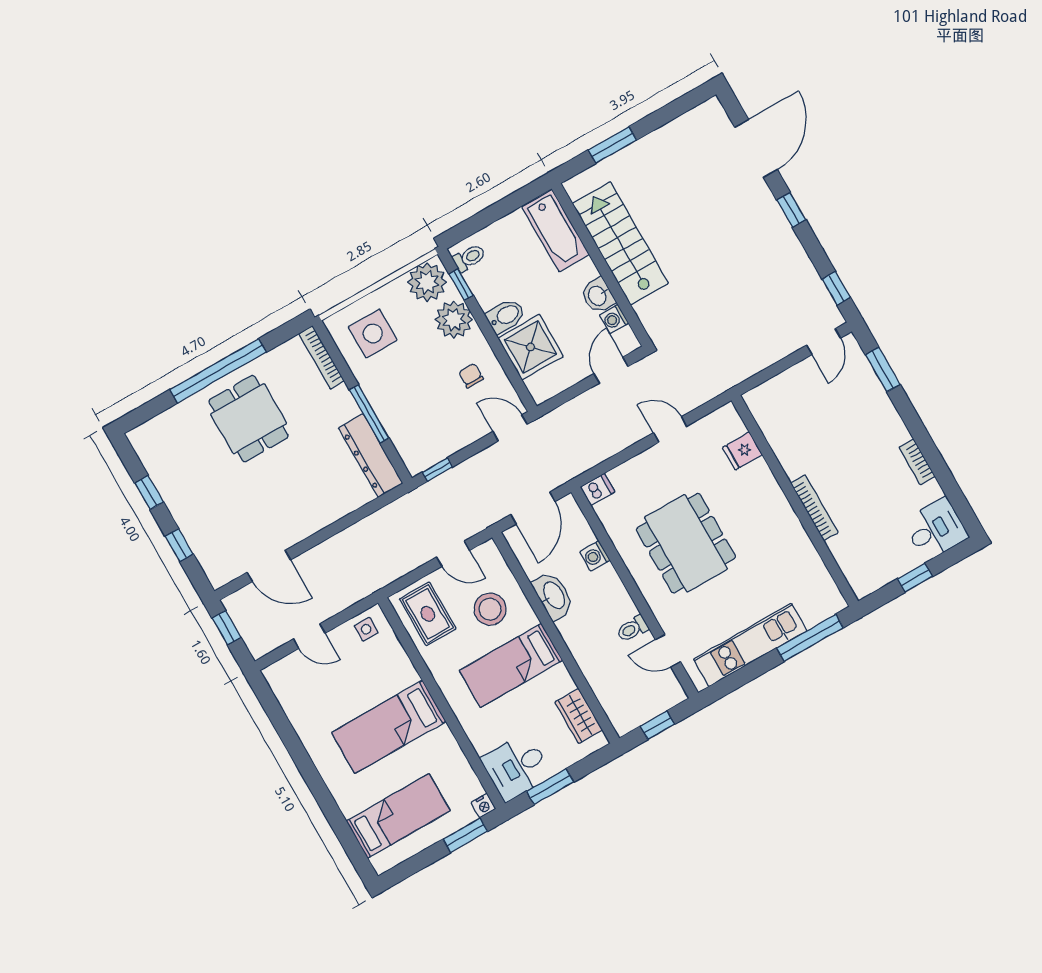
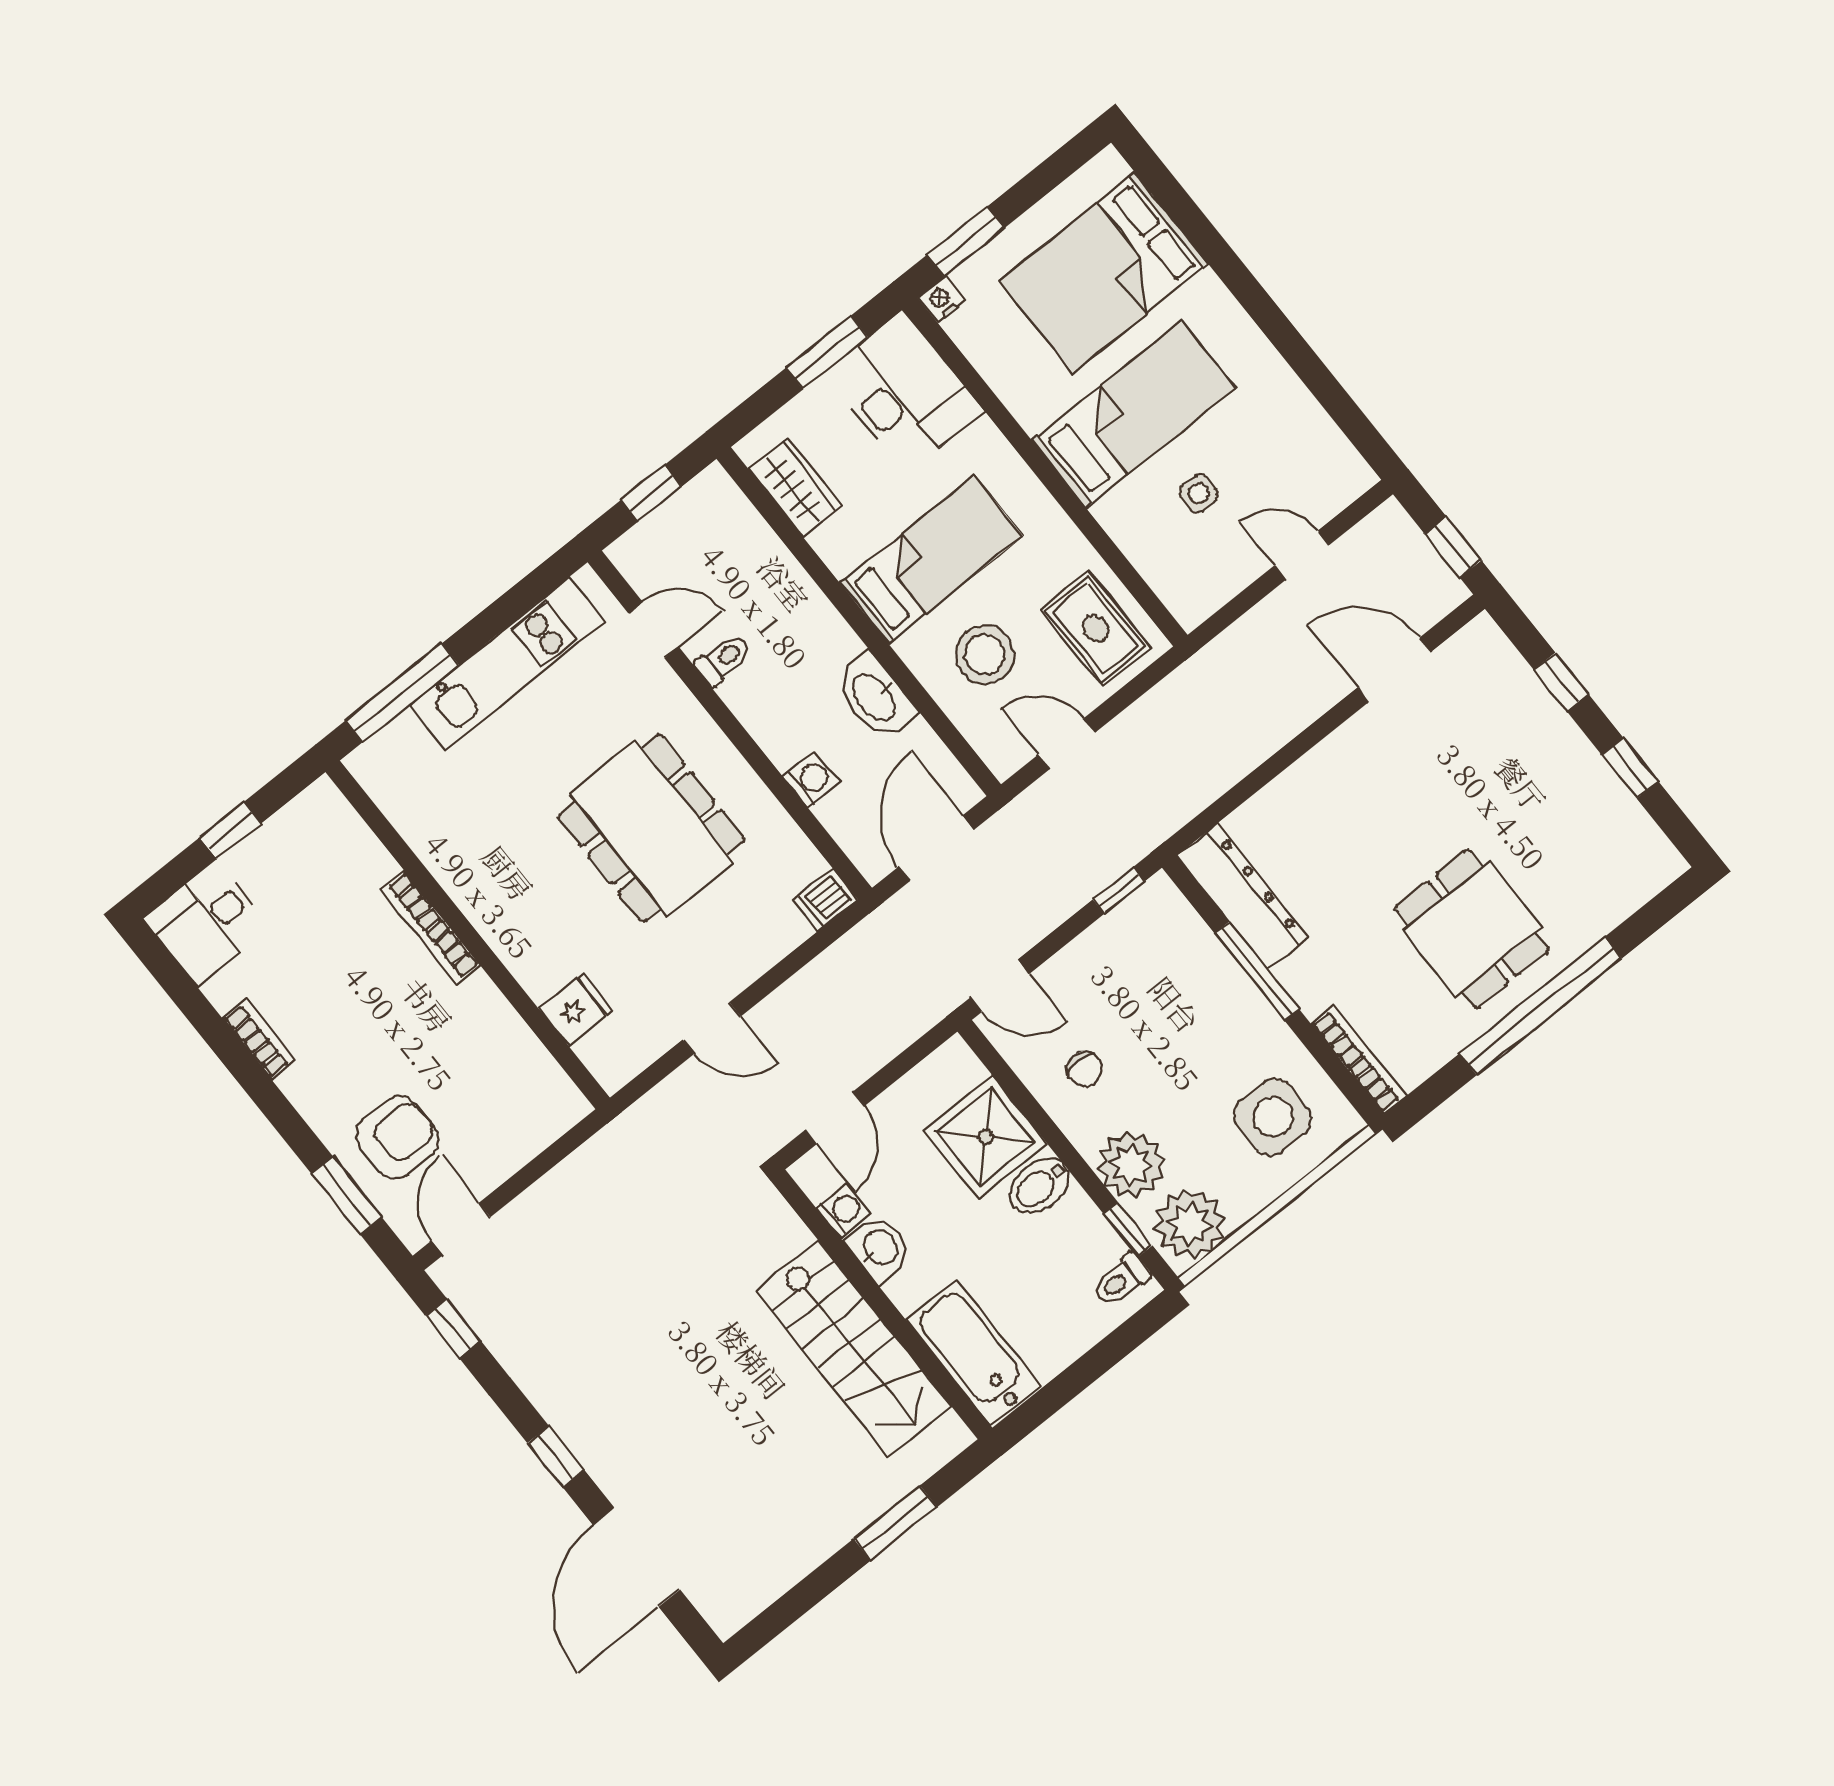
armchair: (850, 397) -> (397, 1137), added
side table: (366, 629) -> (1199, 493), moved
desk: (516, 767) -> (904, 392), width x1.37
bed: (398, 816) -> (1104, 273), width x1.50

